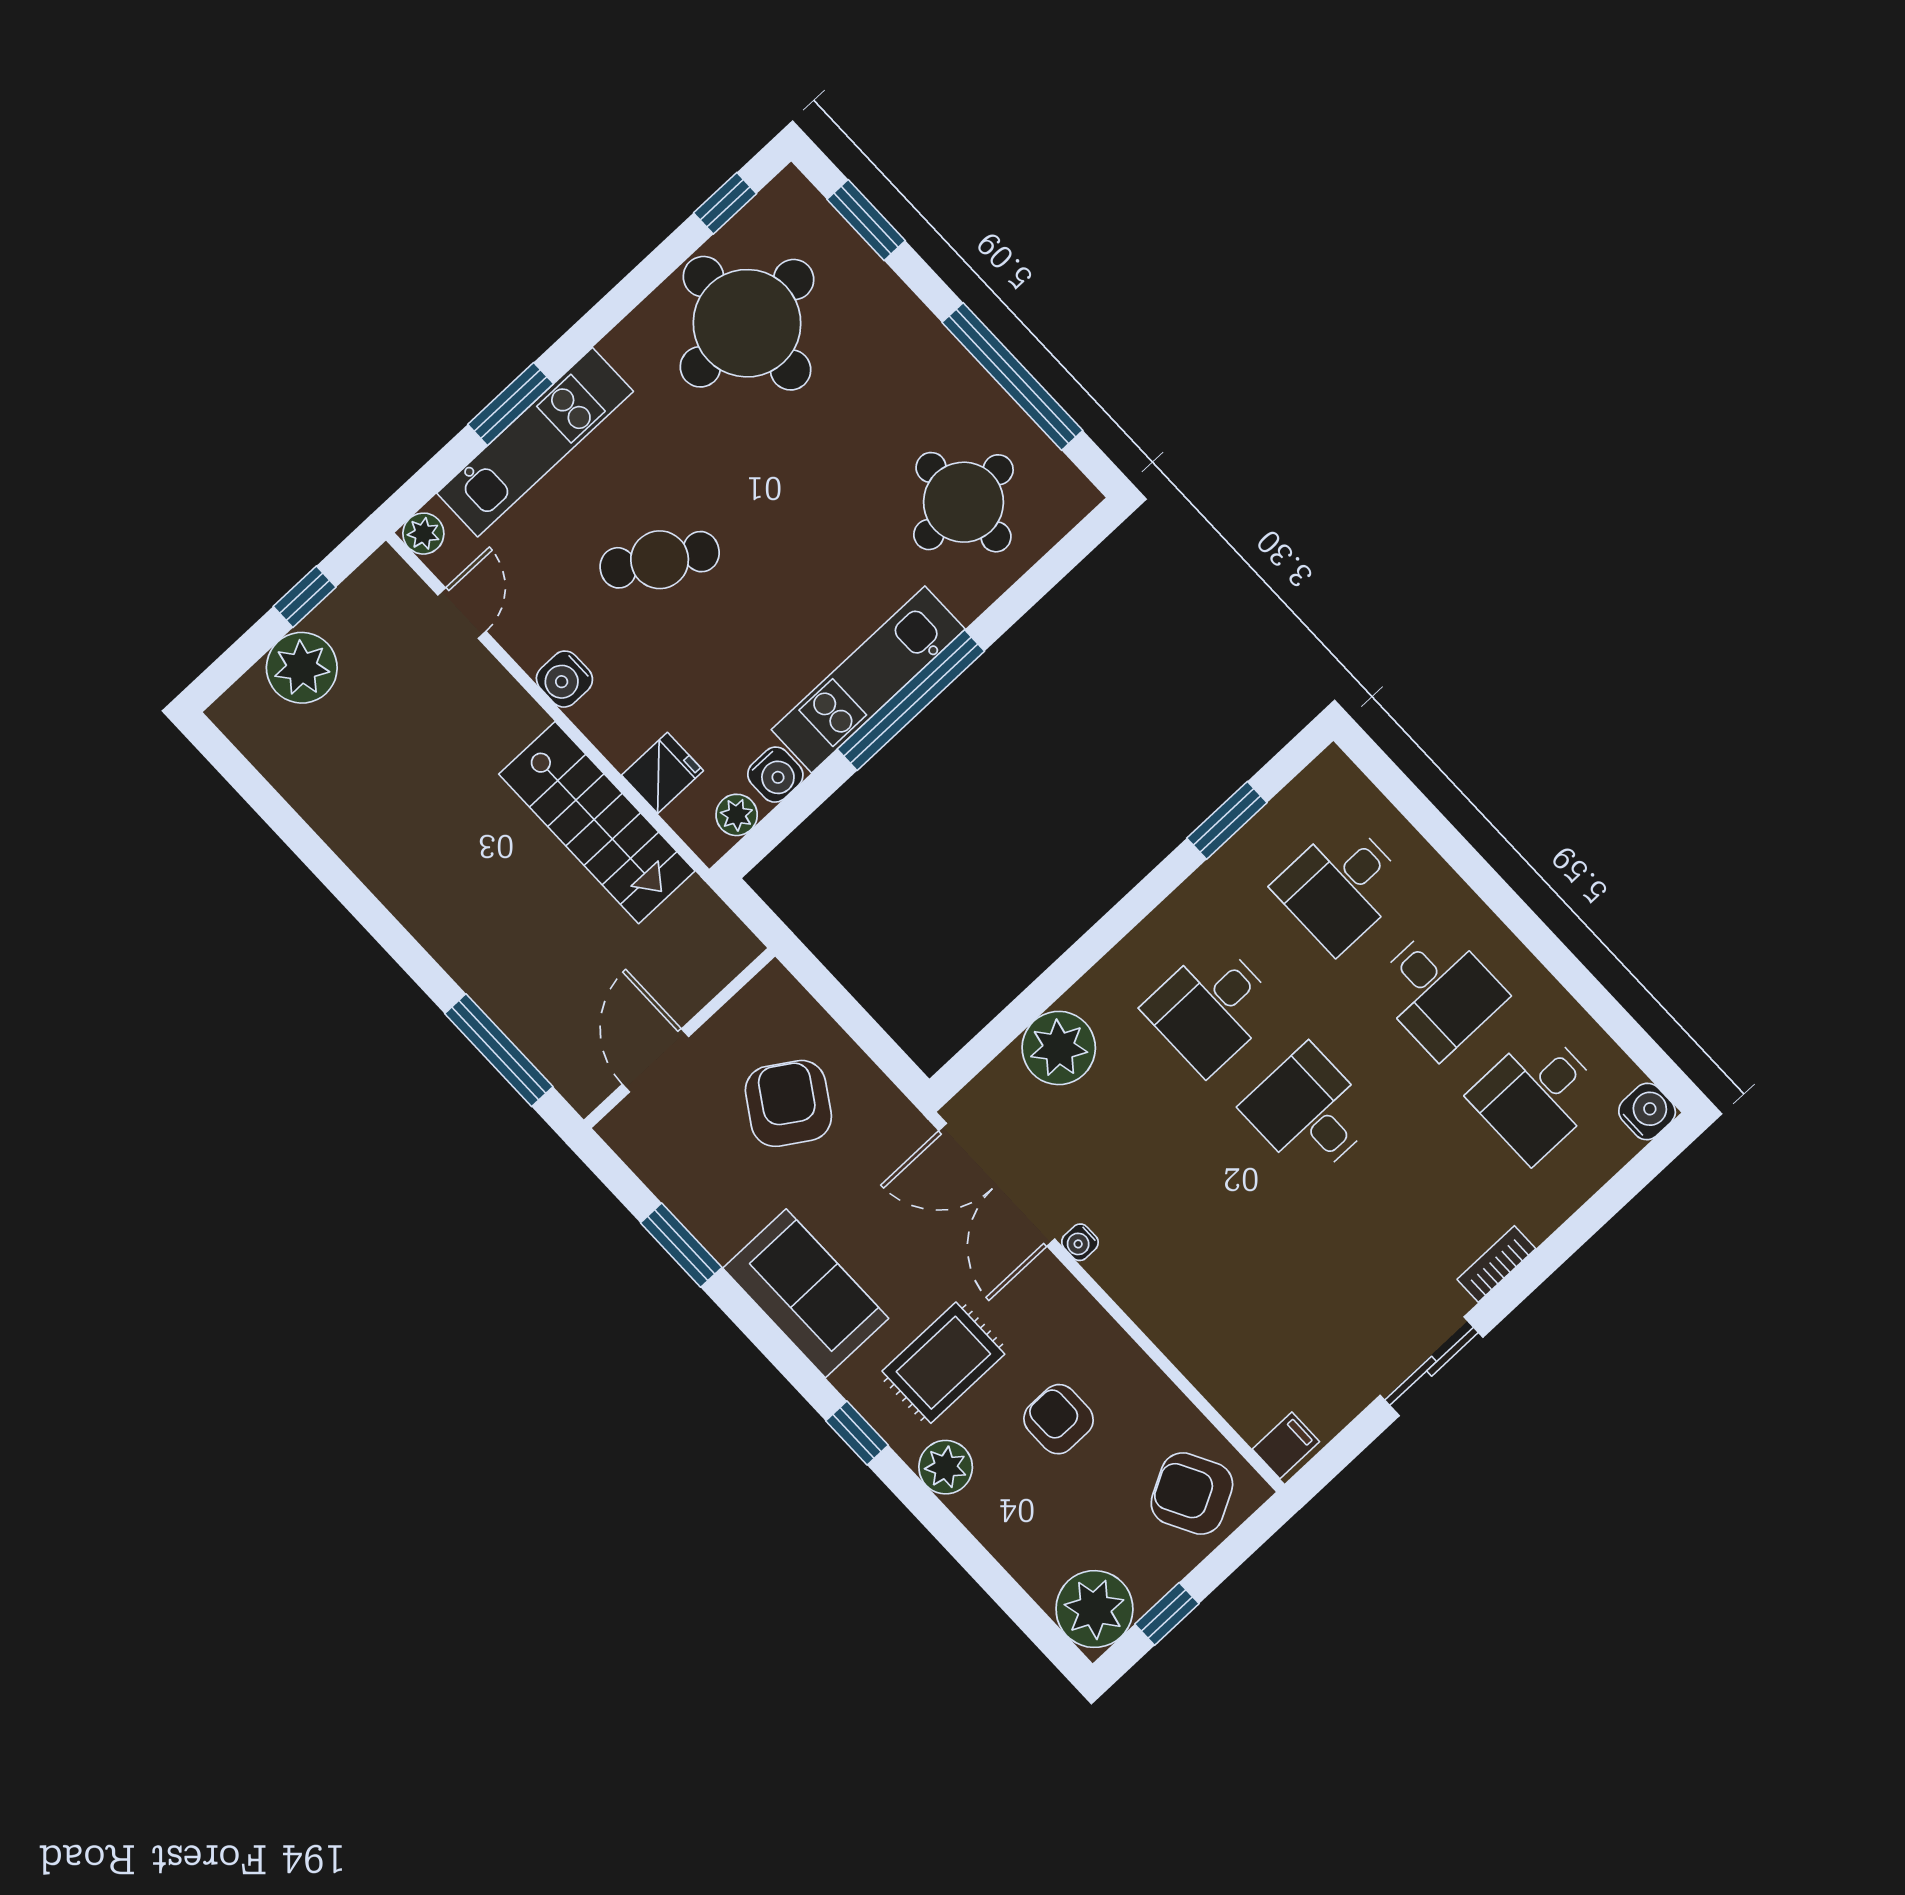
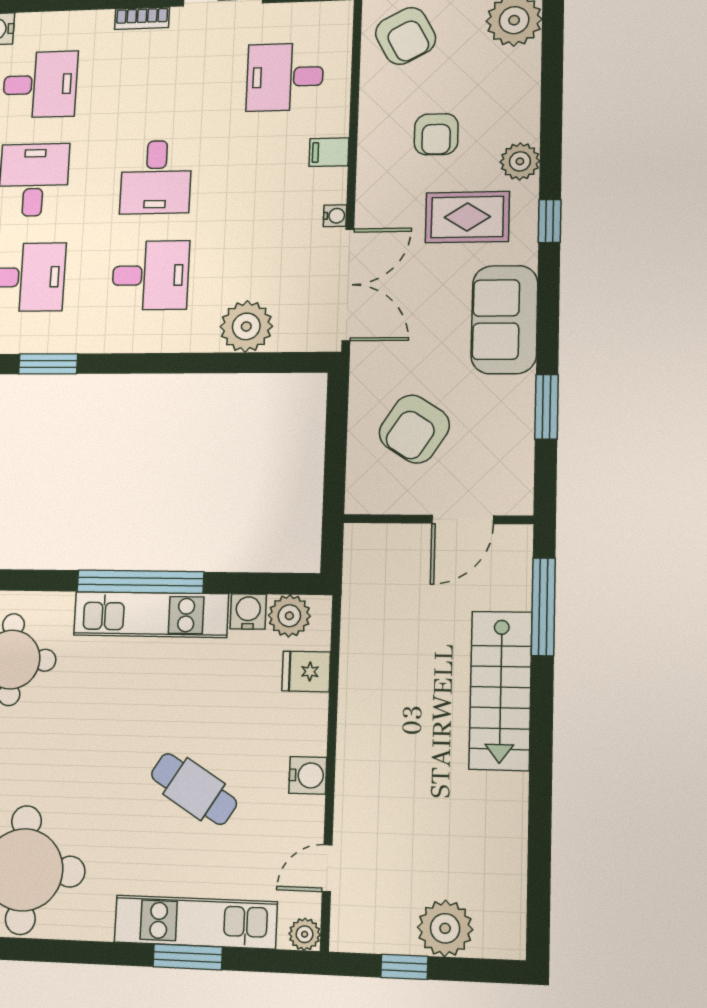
plant: (737, 815) -> (289, 616), width x1.38, depth x1.38
stairs: (597, 823) -> (500, 690), moved, turned 180
desk: (1277, 1338) -> (285, 77), added
filing cabinet: (1286, 1445) -> (329, 152), moved

